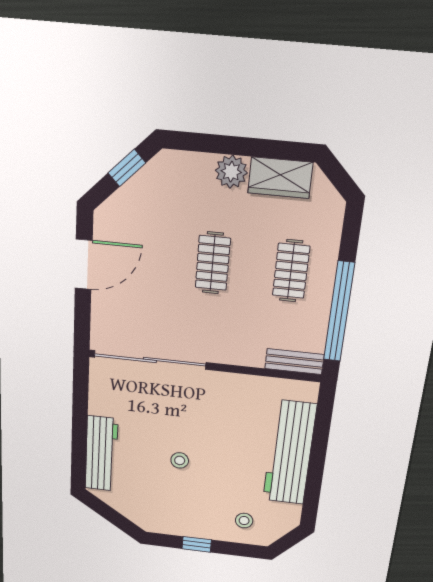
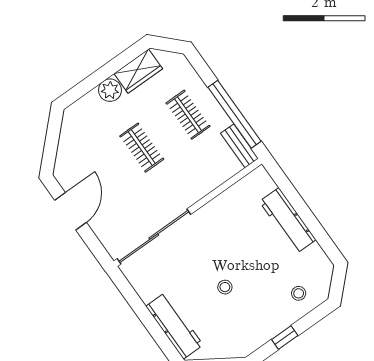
window: (127, 168) -> (53, 136), removed
bench: (294, 362) -> (239, 146), moved, turned 90
workbench: (289, 453) -> (288, 221), width x0.73, depth x0.76

